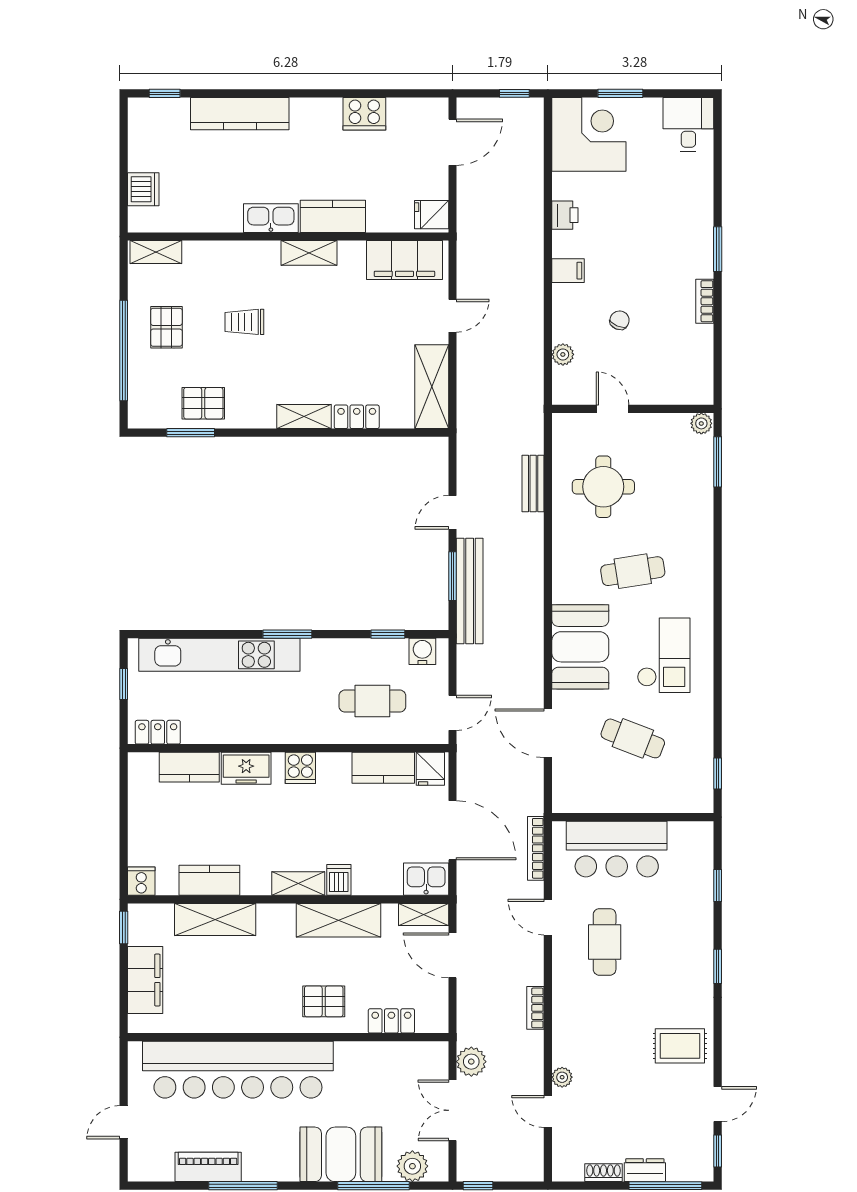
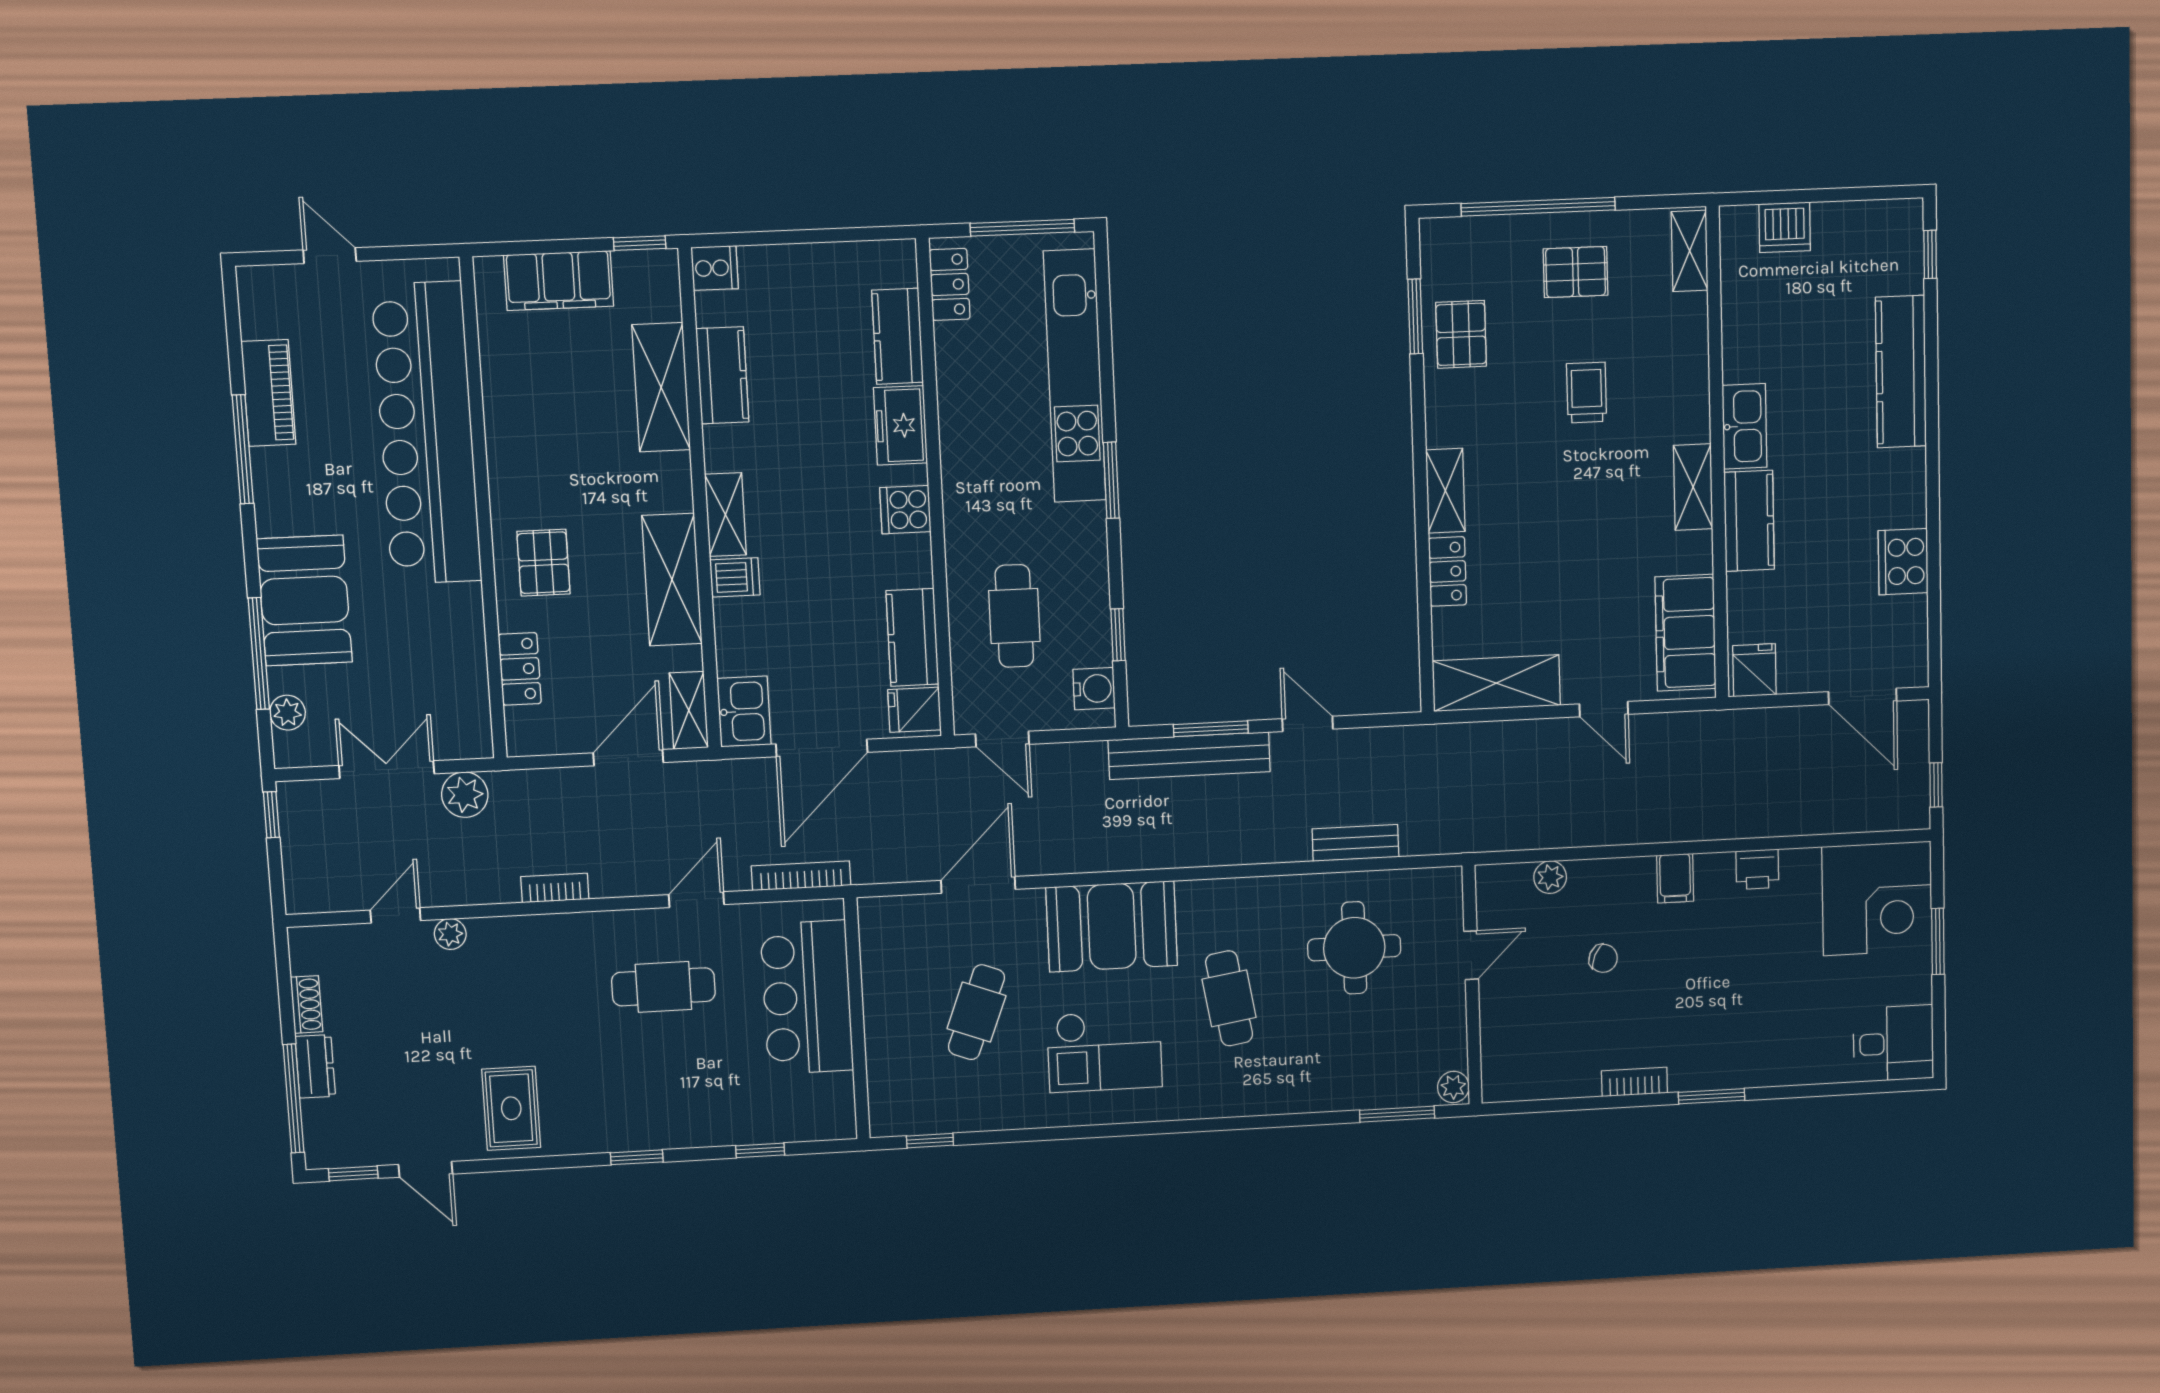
window: (124, 684) -> (1022, 228), width x2.17
plant: (412, 1166) -> (287, 713), width x0.73, depth x0.73

